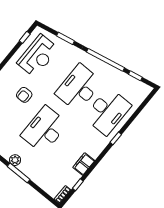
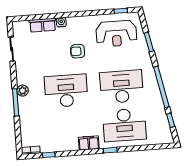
filing cabinet: (84, 164) -> (89, 143), moved

